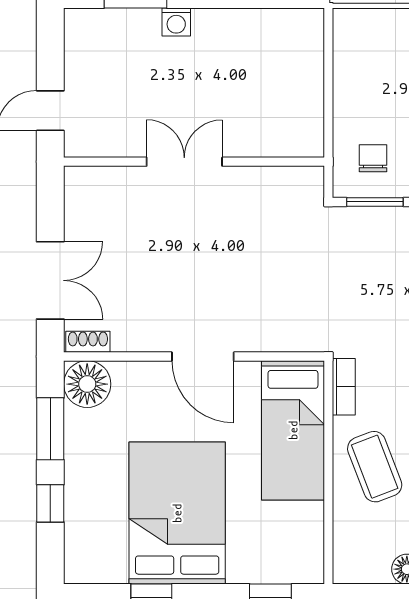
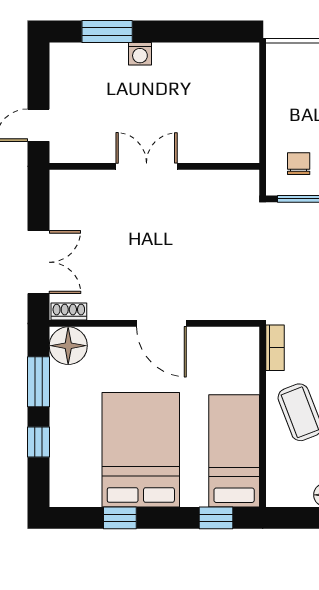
bed: (293, 430) -> (234, 451), moved, turned 180

